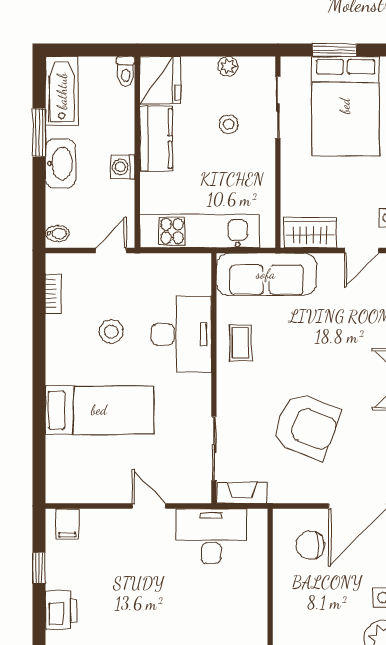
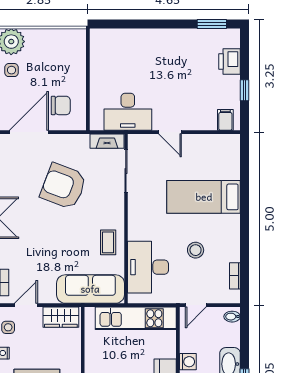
desk: (181, 334) -> (148, 267), moved

